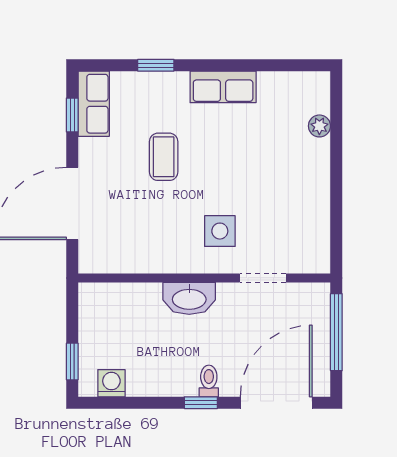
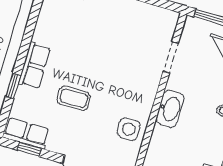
row of seats: (223, 87) -> (34, 66), moved
side table: (220, 231) -> (129, 129), moved

